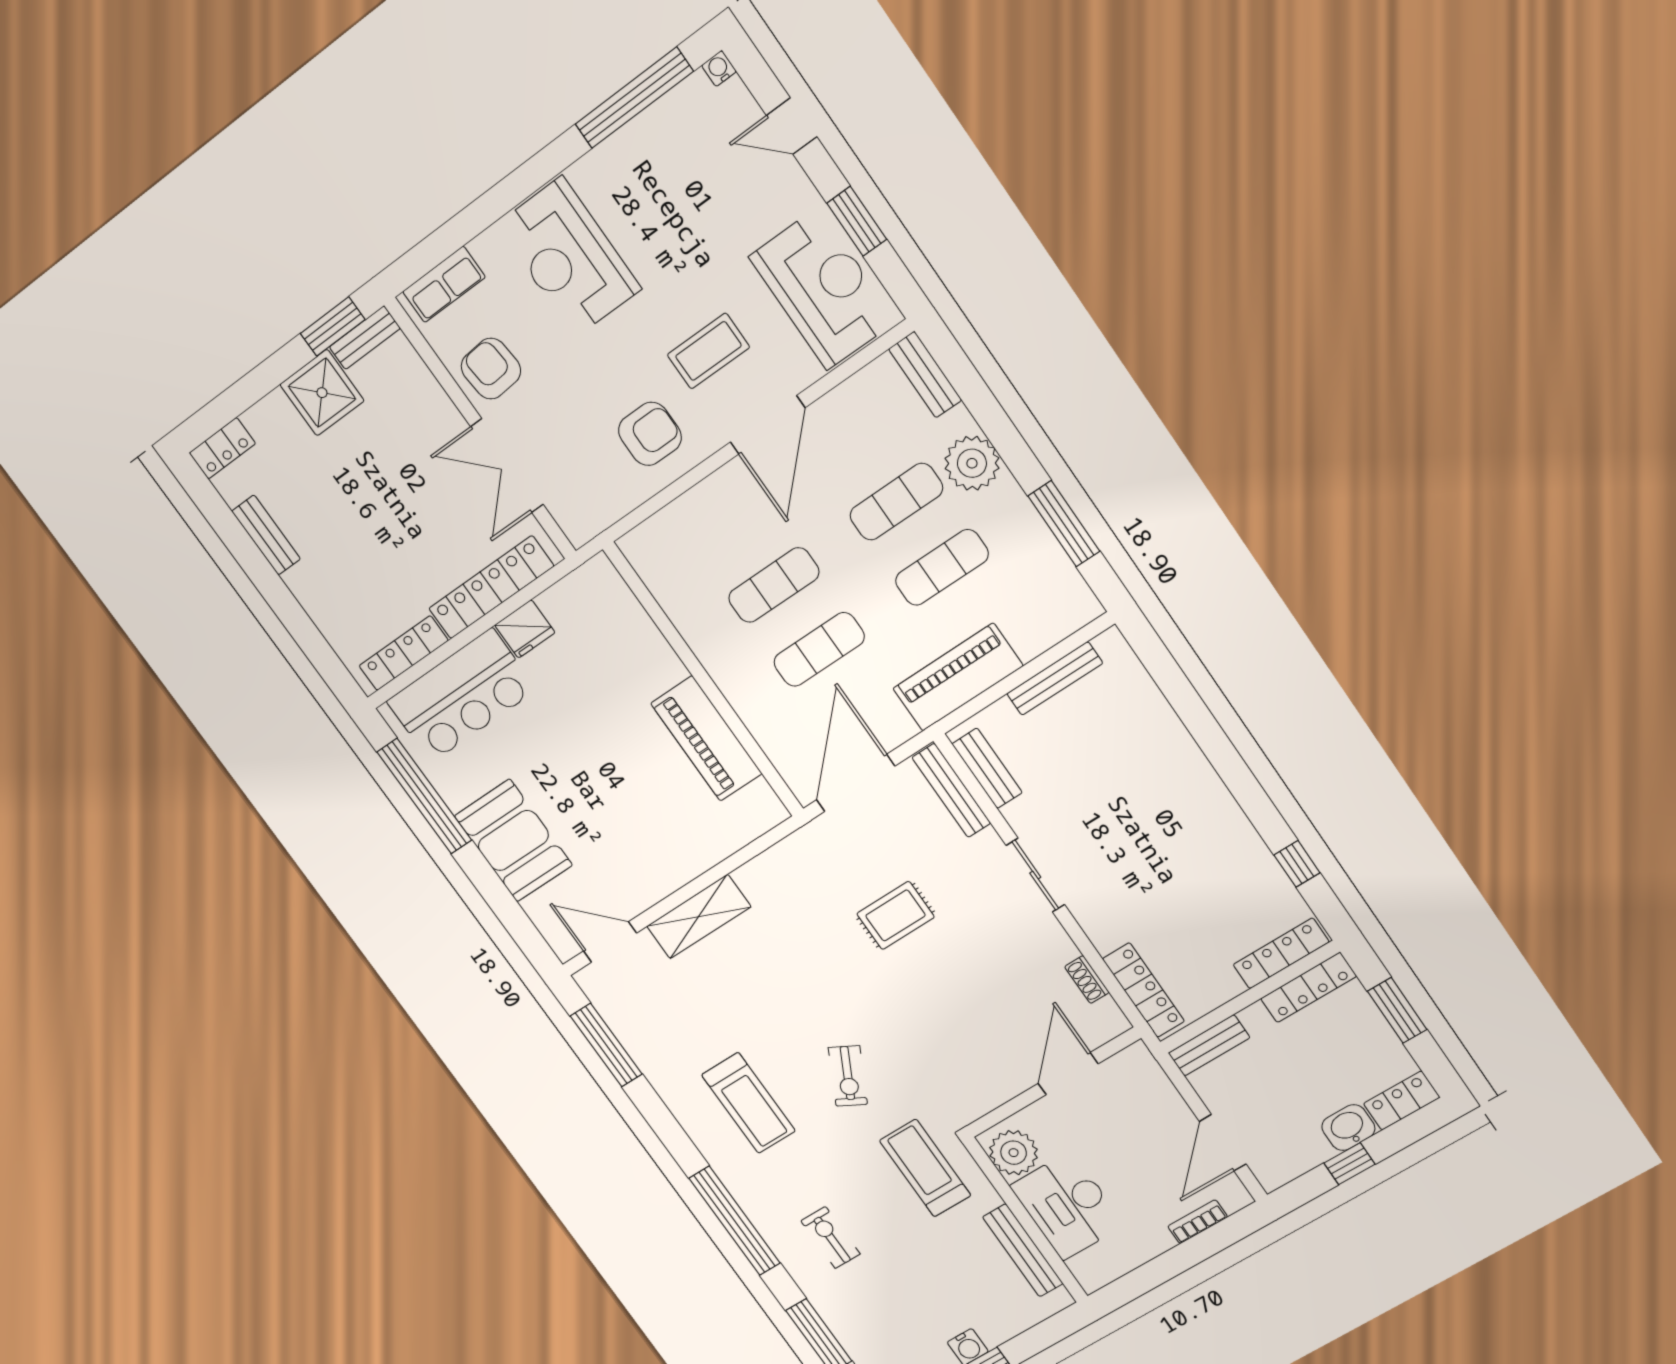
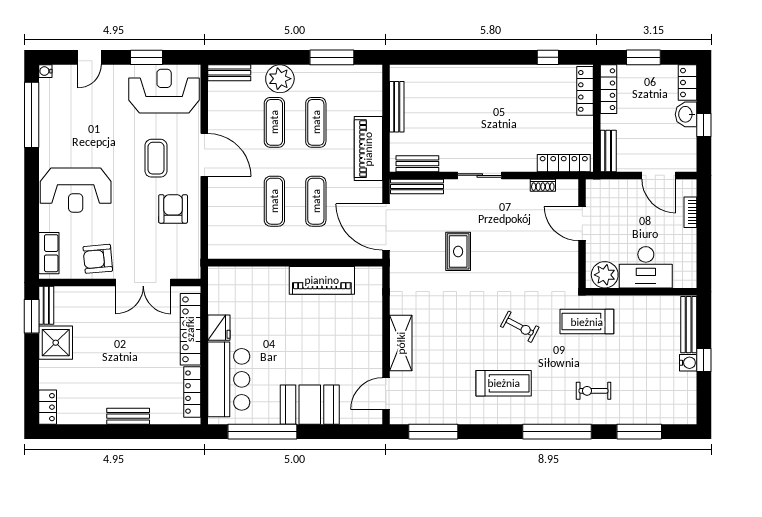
bench: (266, 535) -> (128, 416), moved
bench: (1023, 1250) -> (689, 325), moved, turned 90

